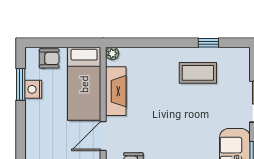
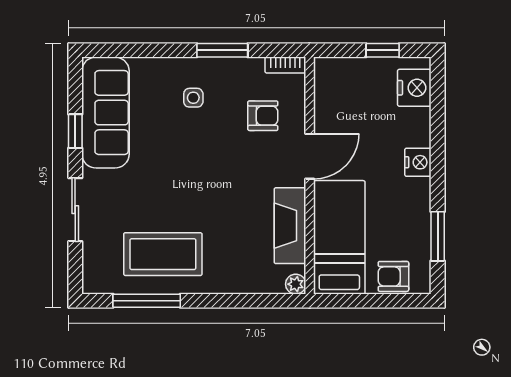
window: (208, 43) -> (147, 301), width x2.17
coffee table: (198, 73) -> (163, 254), width x1.36, depth x1.32
nightstand: (33, 89) -> (418, 162), moved

